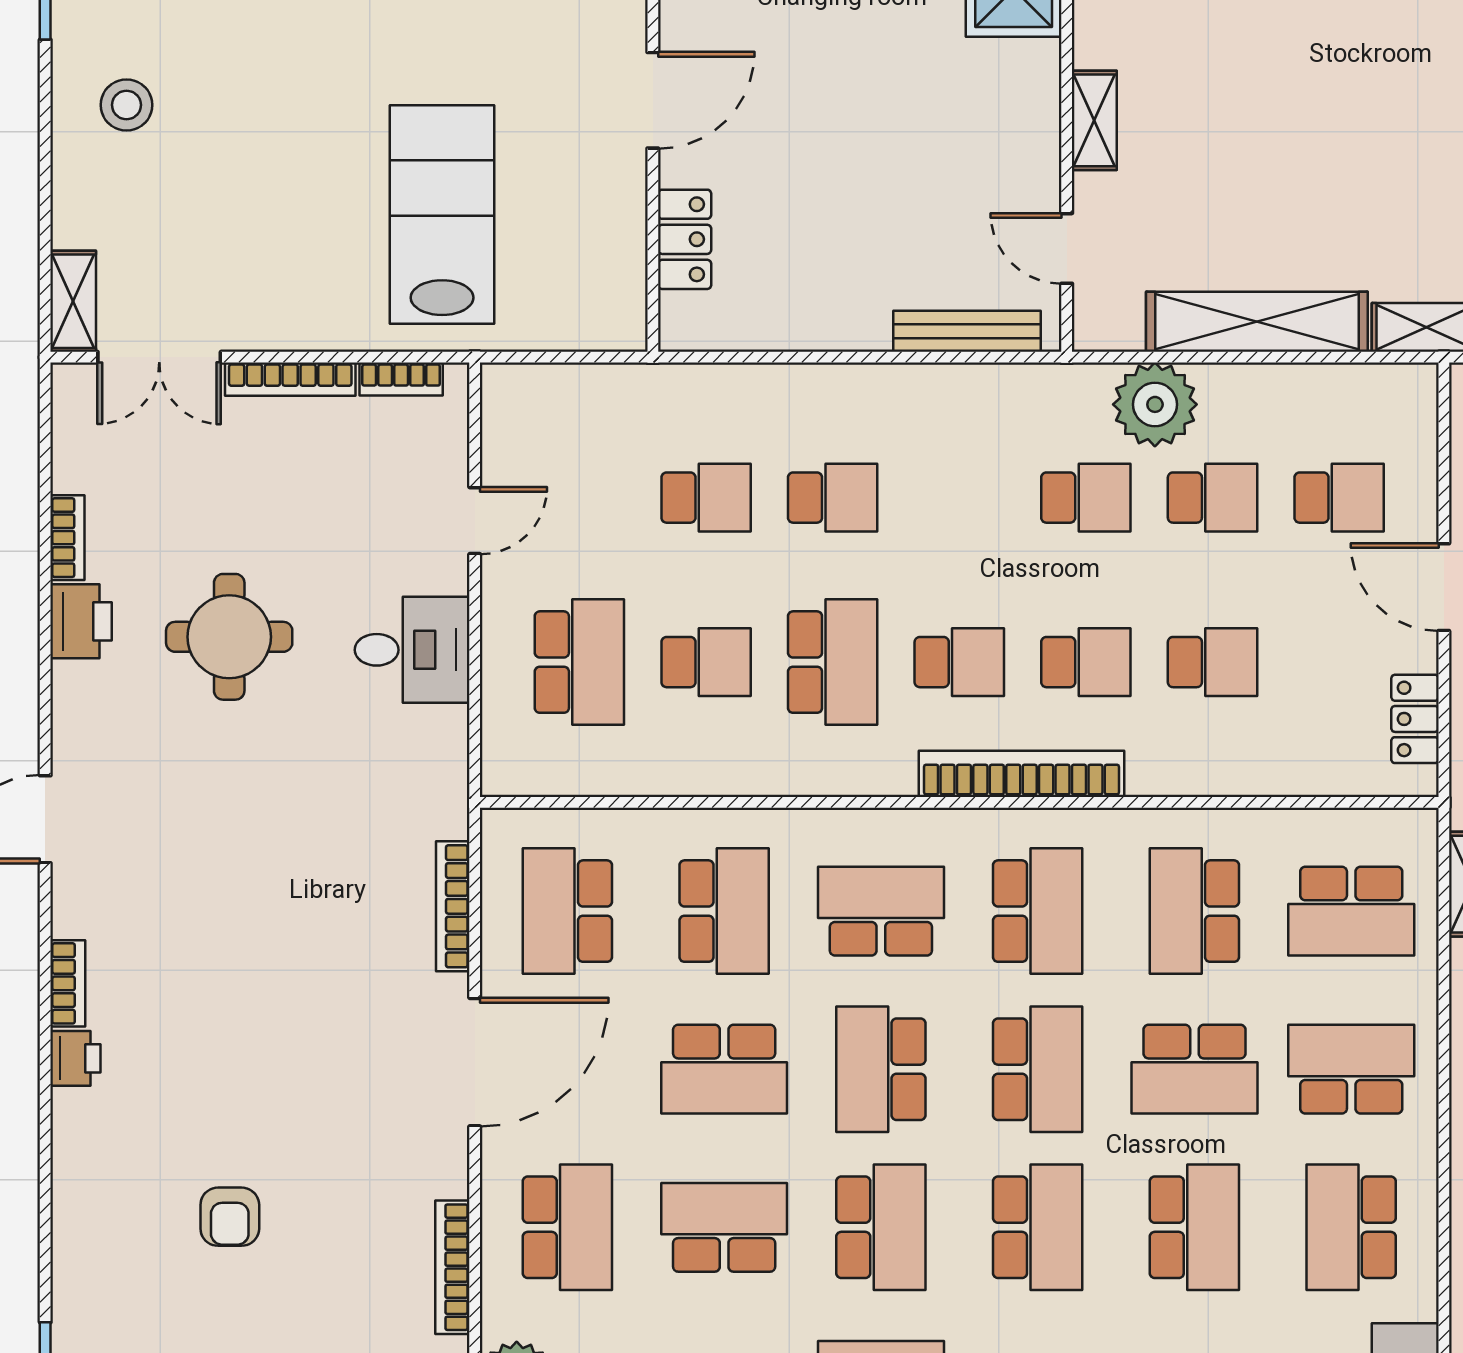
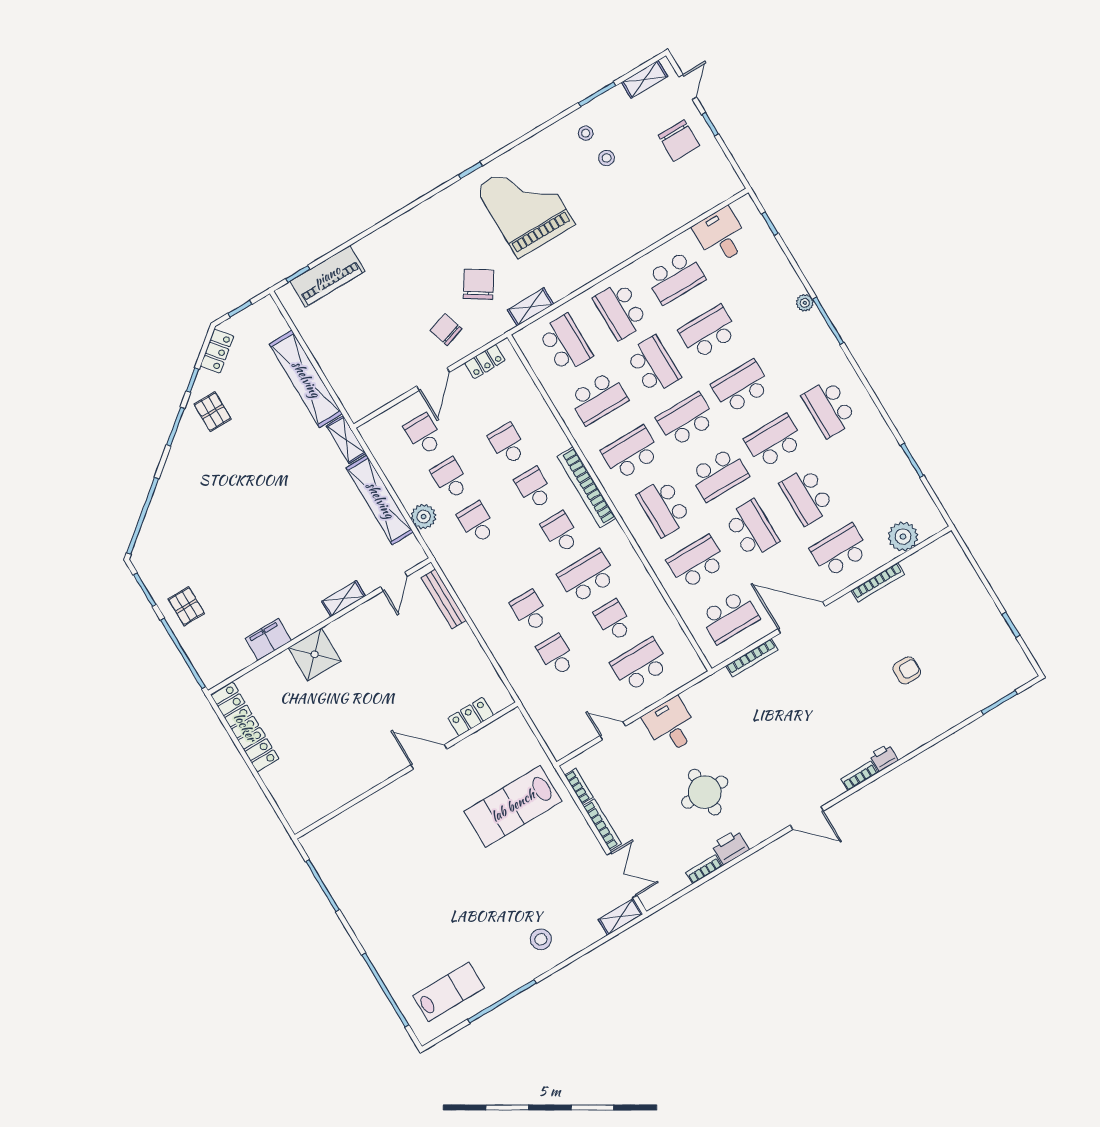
plant: (1155, 404) -> (424, 517), width x0.73, depth x0.73

